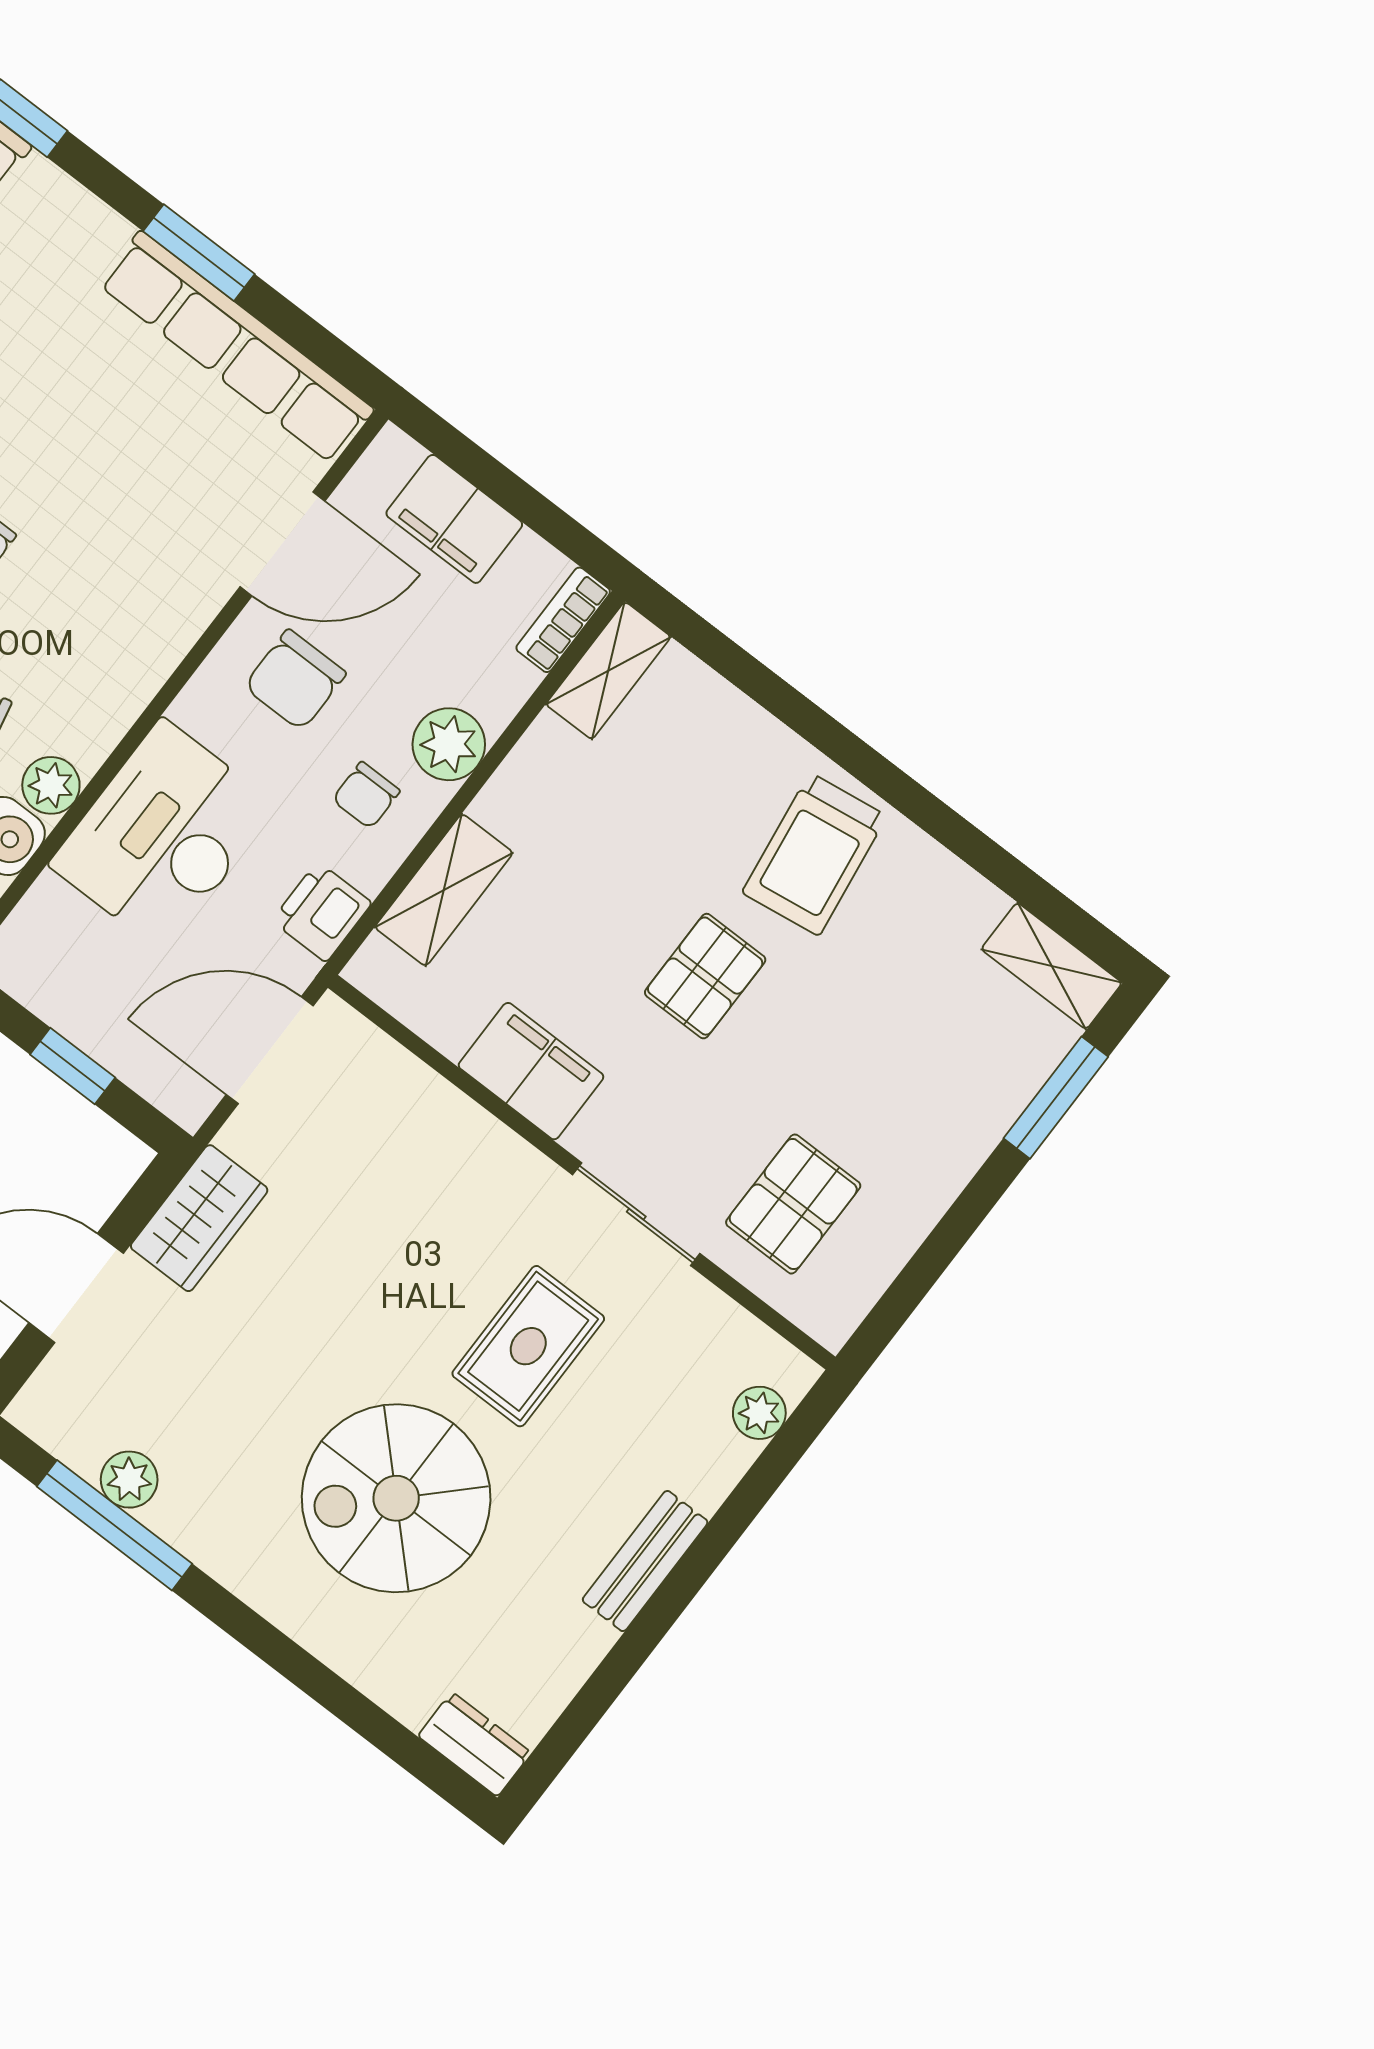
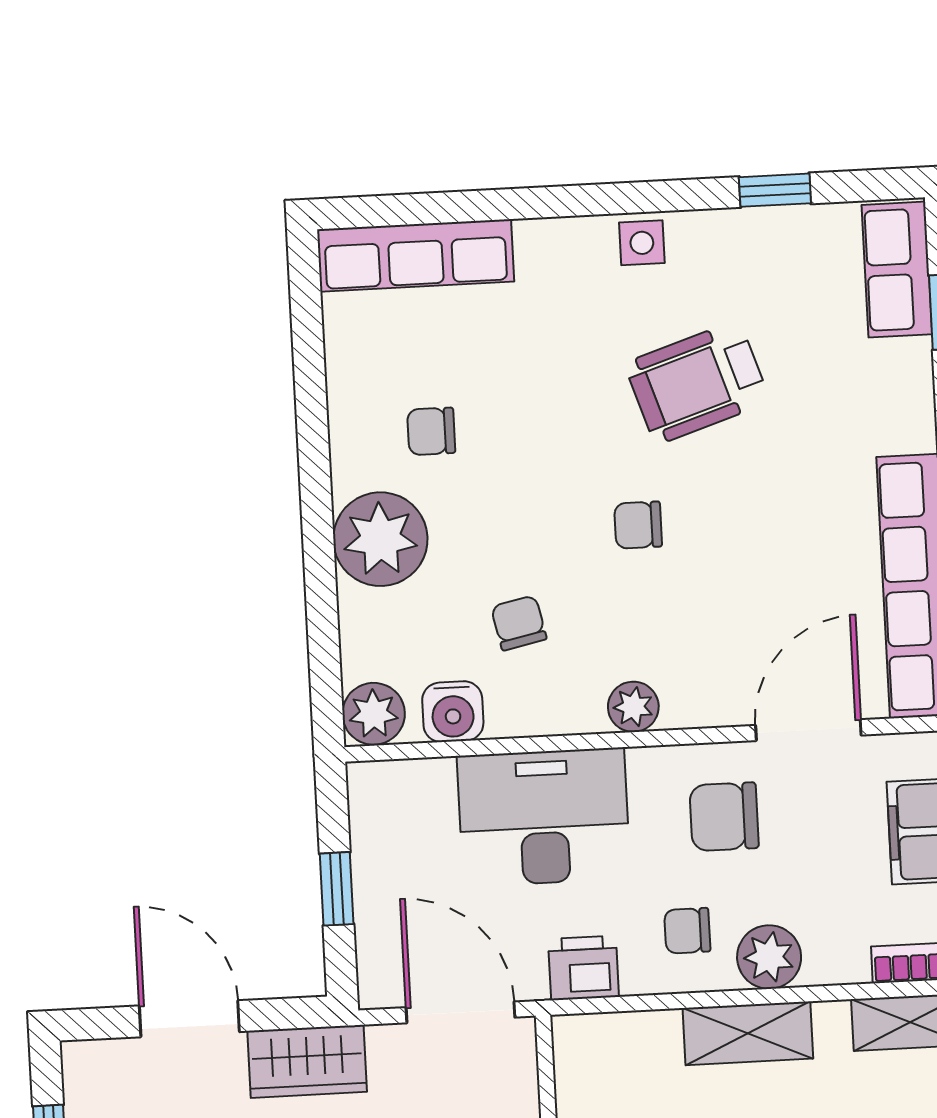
door: (282, 544) -> (808, 730), swing flipped
plant: (51, 785) -> (633, 707), moved
shelving: (444, 890) -> (748, 1033), moved

